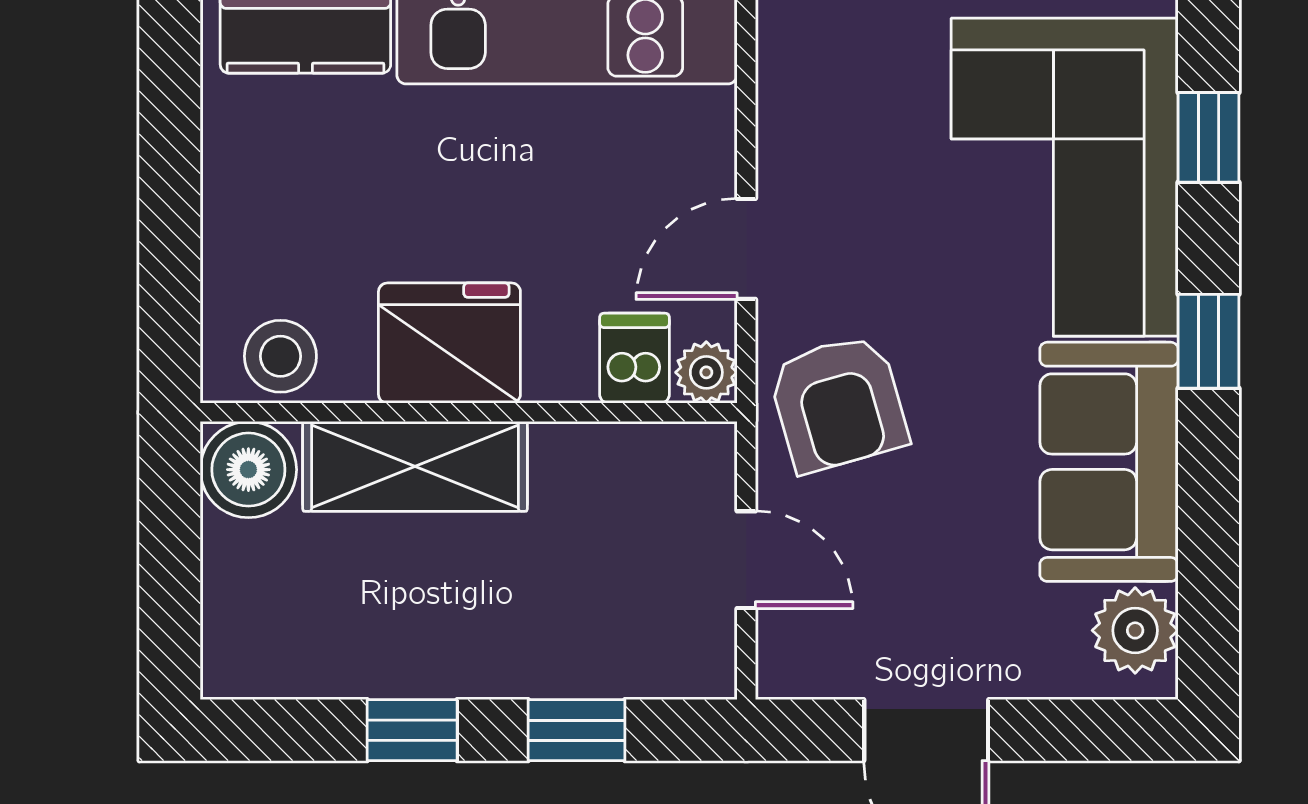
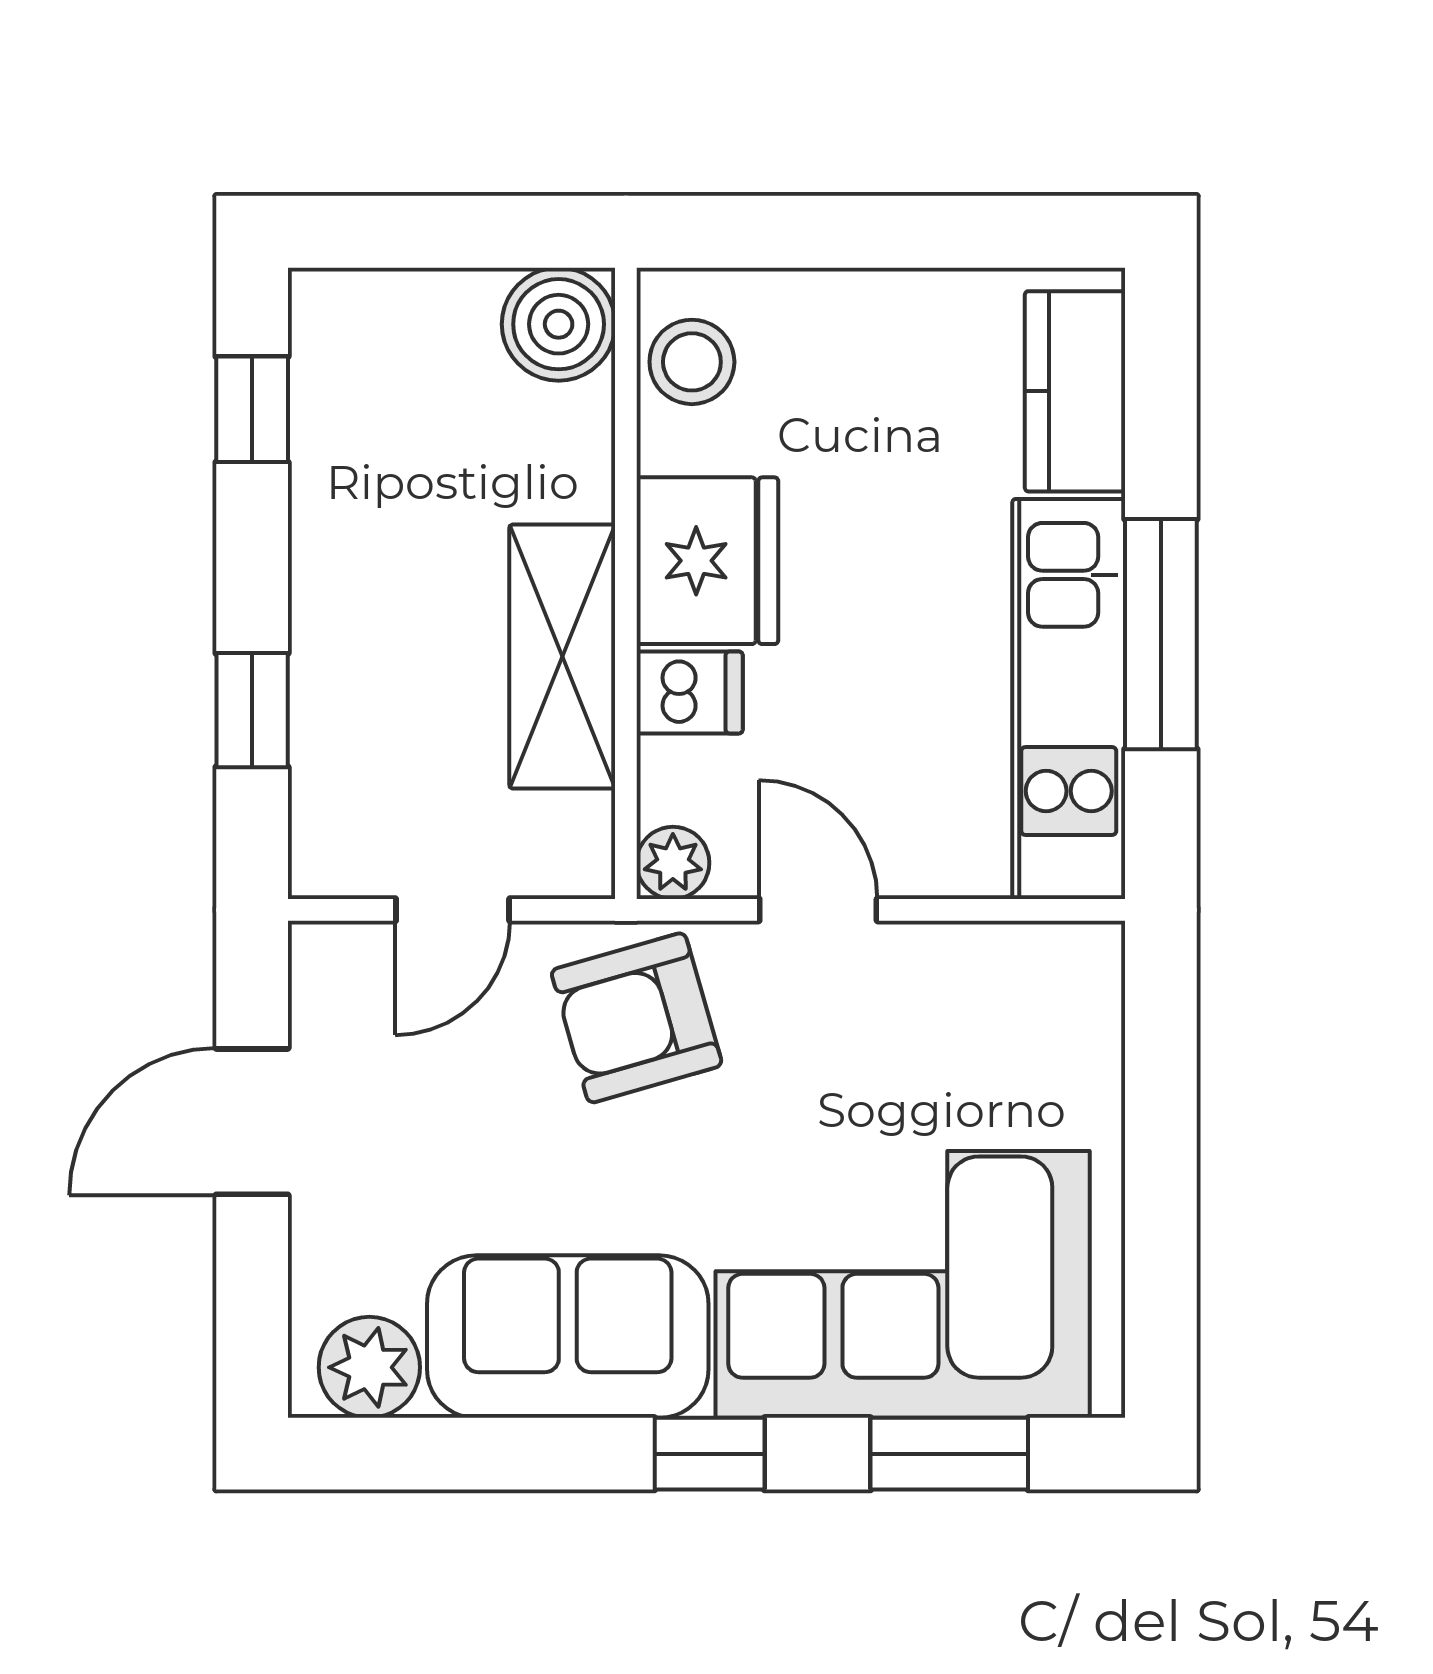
window: (1209, 137) -> (949, 1454), width x1.50
dishwasher: (634, 358) -> (690, 692), moved
shelving: (415, 466) -> (562, 657), moved
window: (412, 730) -> (252, 409), moved

